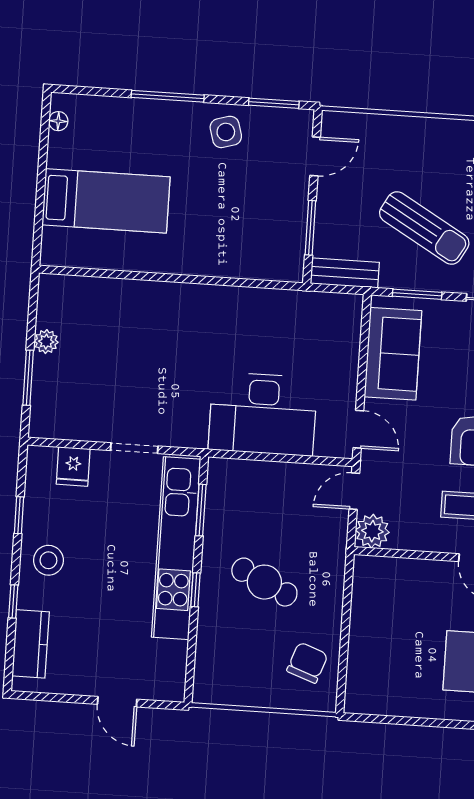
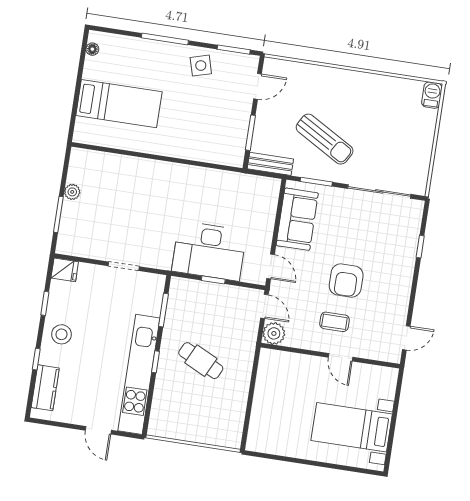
window: (273, 457) -> (213, 280), added
fridge: (73, 466) -> (65, 270), moved, turned -90
door: (354, 491) -> (264, 306), swing flipped
kitchen unit: (176, 548) -> (139, 374), moved
chair: (307, 663) -> (224, 415), removed

